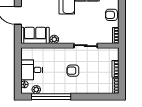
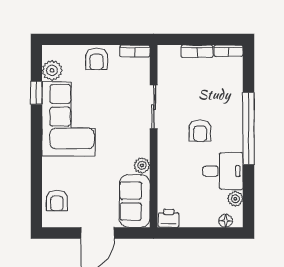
printer: (26, 54) -> (169, 218), added
desk: (32, 70) -> (223, 171), moved, turned -90
window: (51, 97) -> (248, 128), moved

